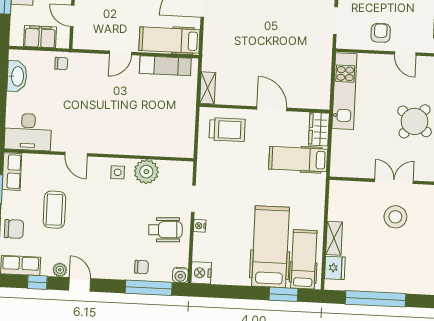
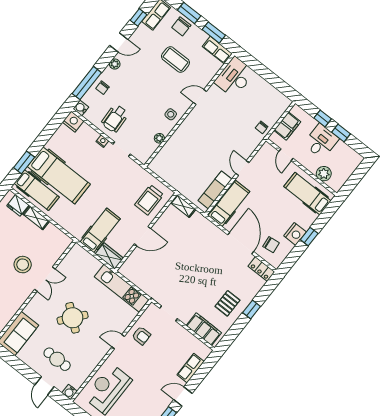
door: (72, 16) -> (286, 155), swing flipped
washbasin: (17, 76) -> (273, 95), removed
plant: (146, 172) -> (159, 138), width x0.53, depth x0.53
plant: (60, 270) -> (115, 64), moved

